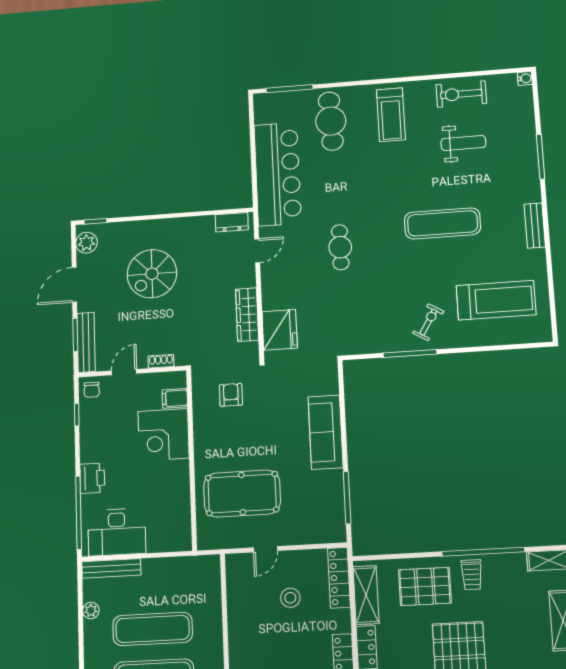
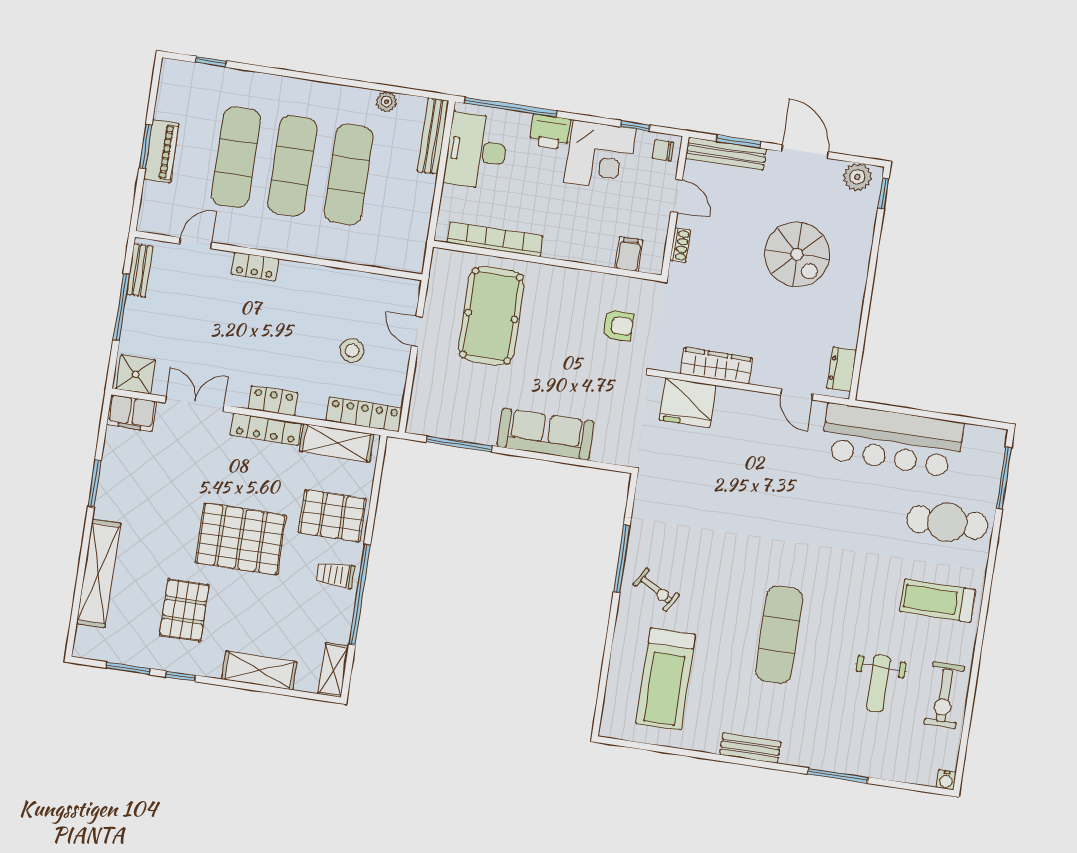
exercise bike: (461, 94) -> (944, 695), turned 180
cafe table: (340, 247) -> (777, 500), removed
spiral stairs: (152, 274) -> (797, 254), turned 180
corner desk: (164, 435) -> (600, 156), moved, turned 180
bookcase: (182, 503) -> (495, 239), added
pallet: (425, 586) -> (332, 516), turned 90

